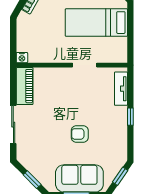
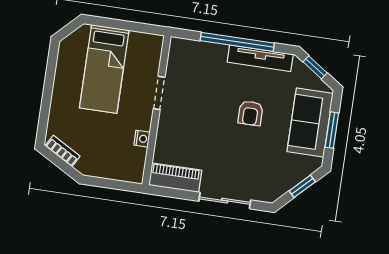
nightstand: (22, 58) -> (142, 139), moved
tv unit: (121, 89) -> (260, 58), moved, width x1.41
window: (130, 117) -> (237, 42), width x3.17

